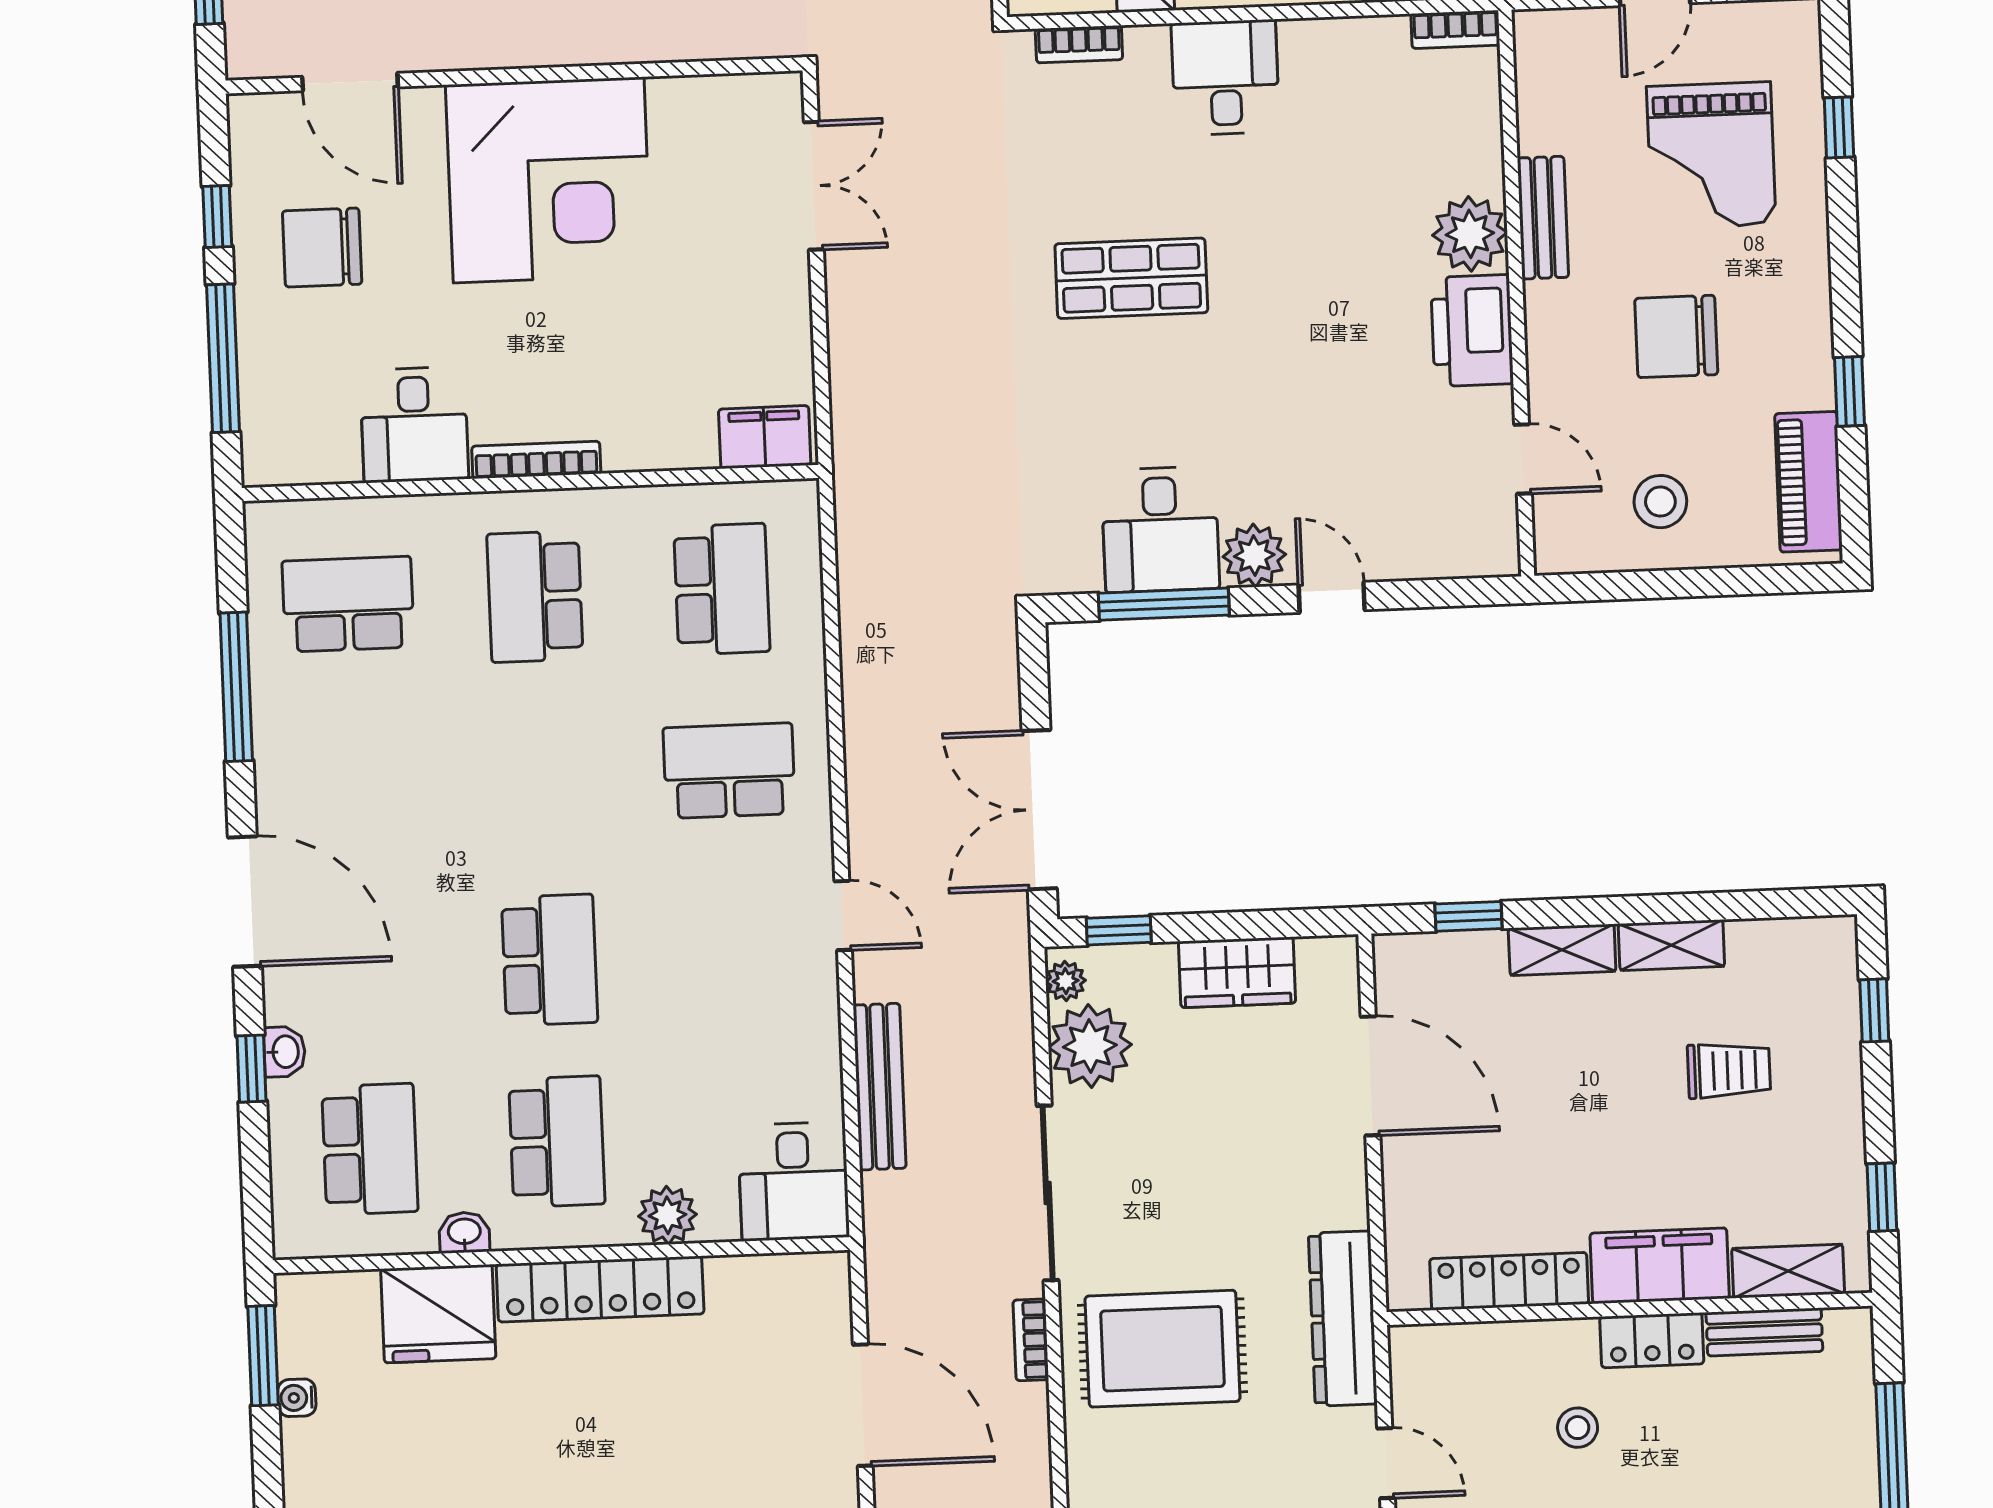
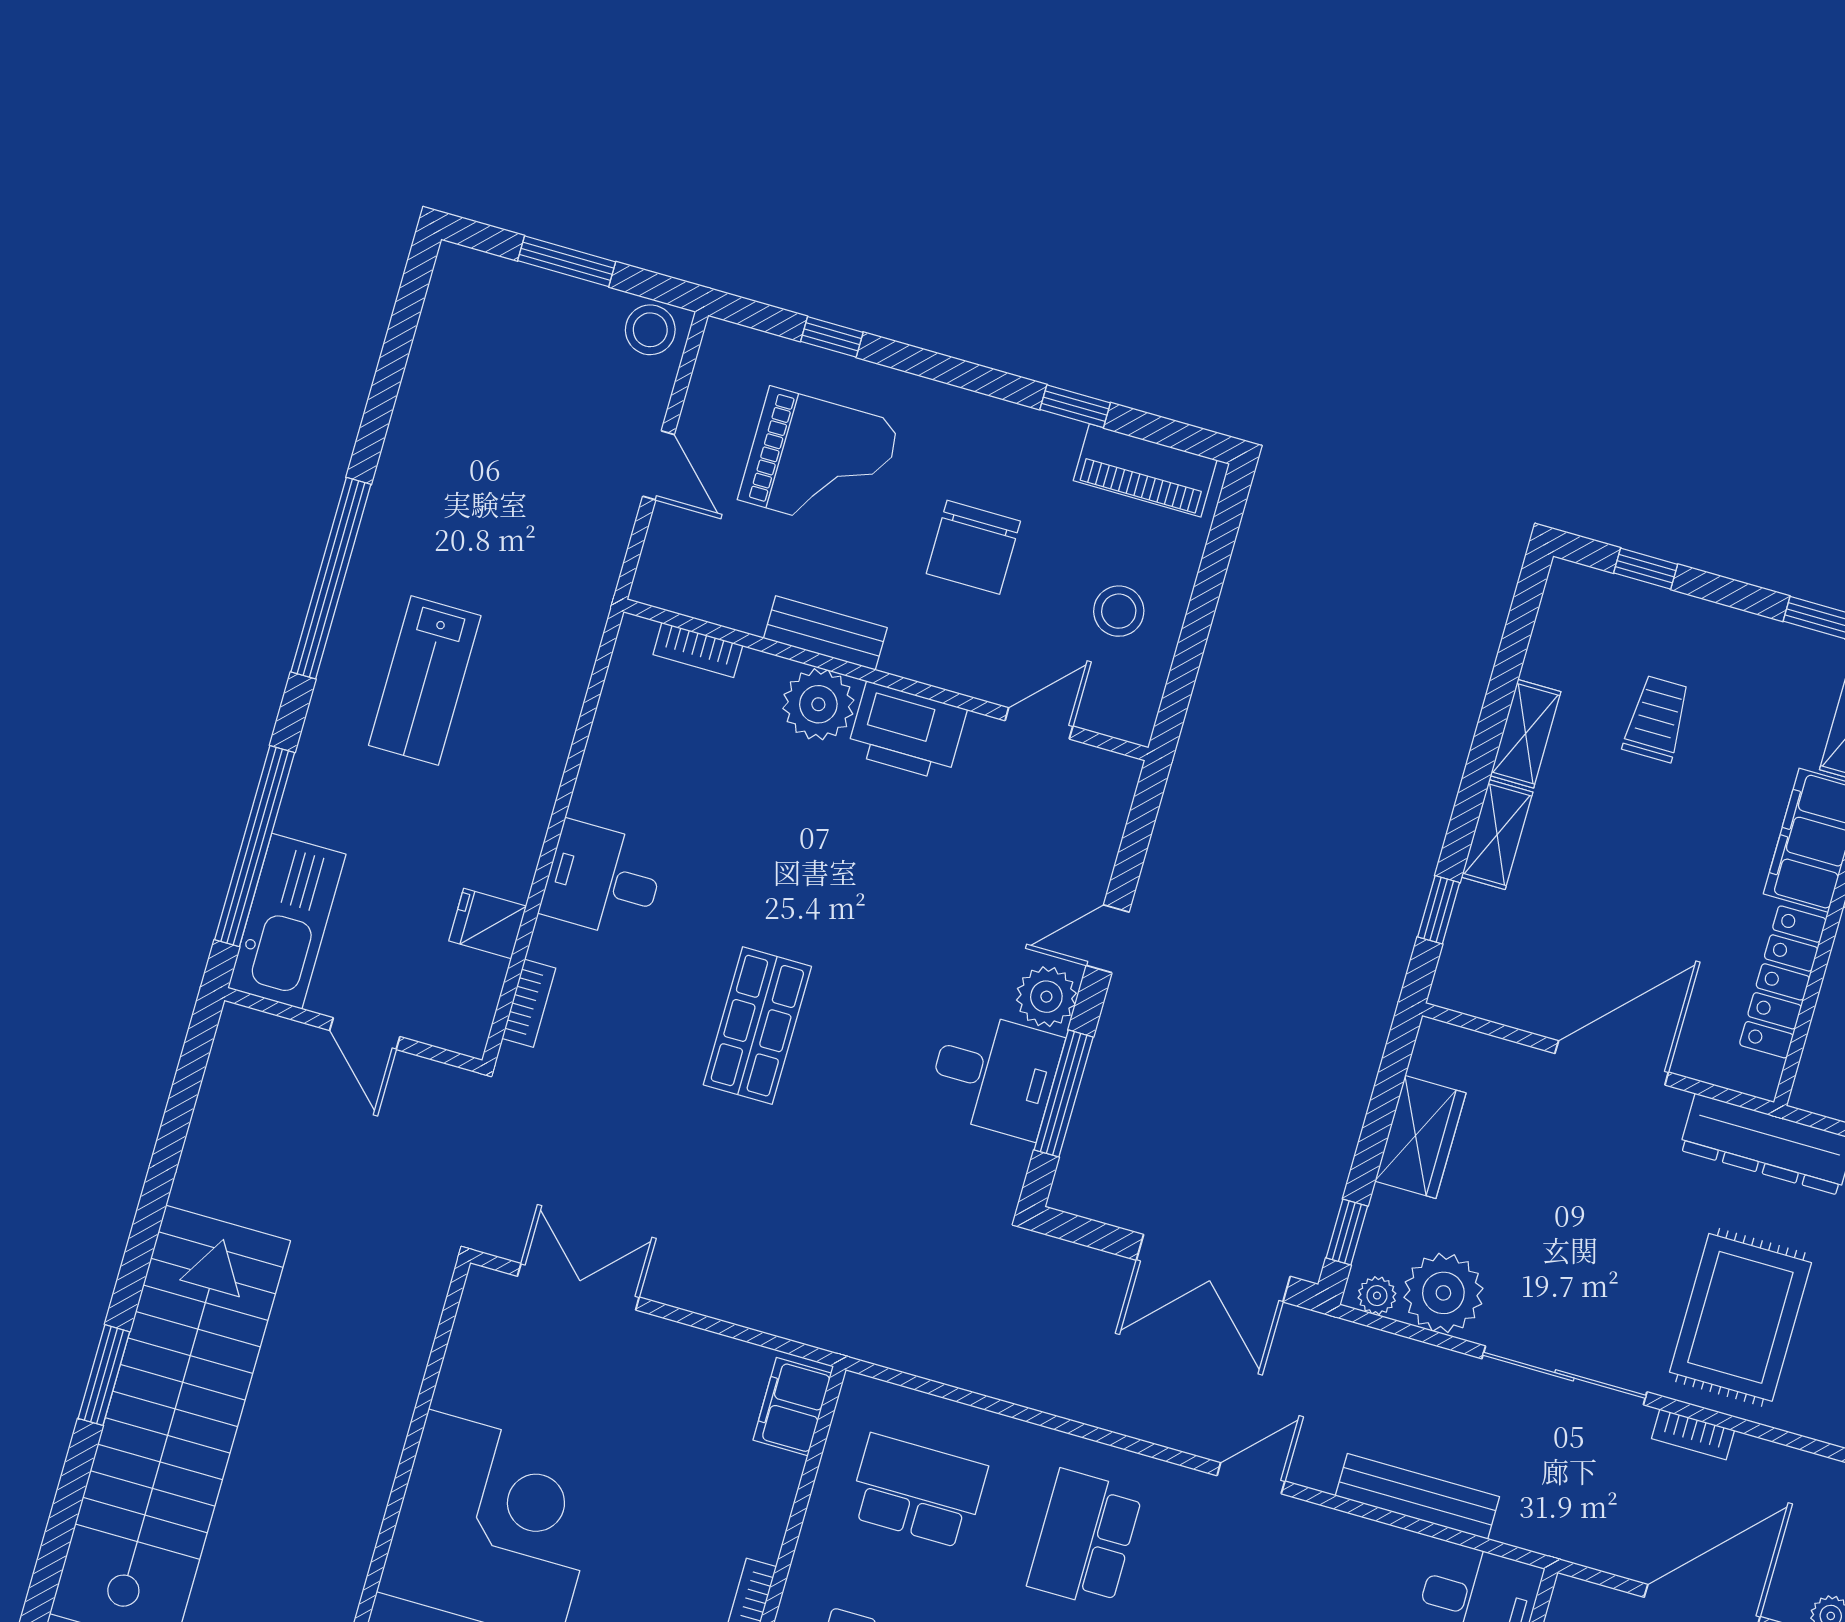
bookcase: (1455, 29) -> (698, 650), moved, turned 90
door: (1371, 1076) -> (1612, 1063), moved

